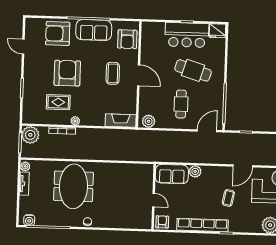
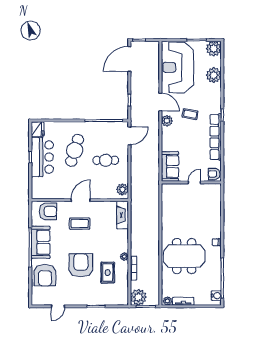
armchair: (67, 73) -> (81, 265), turned 90
door: (207, 131) -> (129, 136), swing flipped
plant: (195, 171) -> (167, 121), moved

